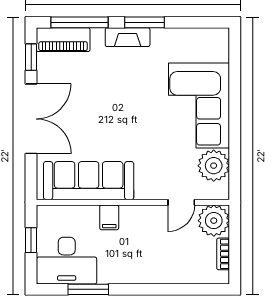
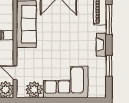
window: (144, 22) -> (109, 66), moved

